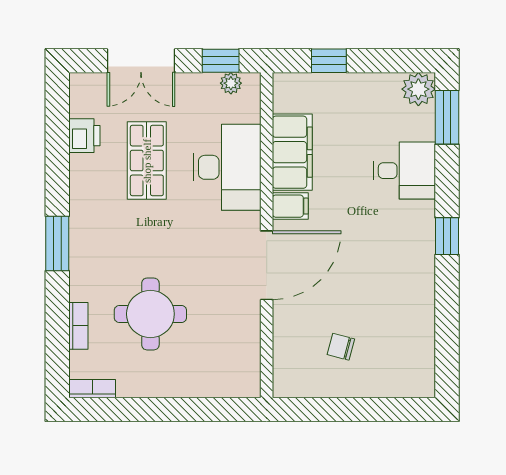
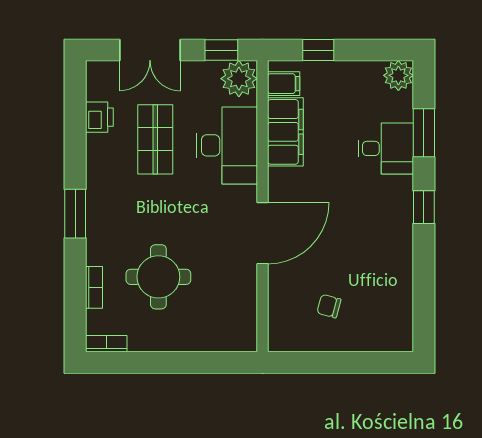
plant: (231, 83) -> (239, 79), width x1.88, depth x1.88
window: (447, 117) -> (424, 133), moved
filing cabinet: (290, 206) -> (284, 84), moved

